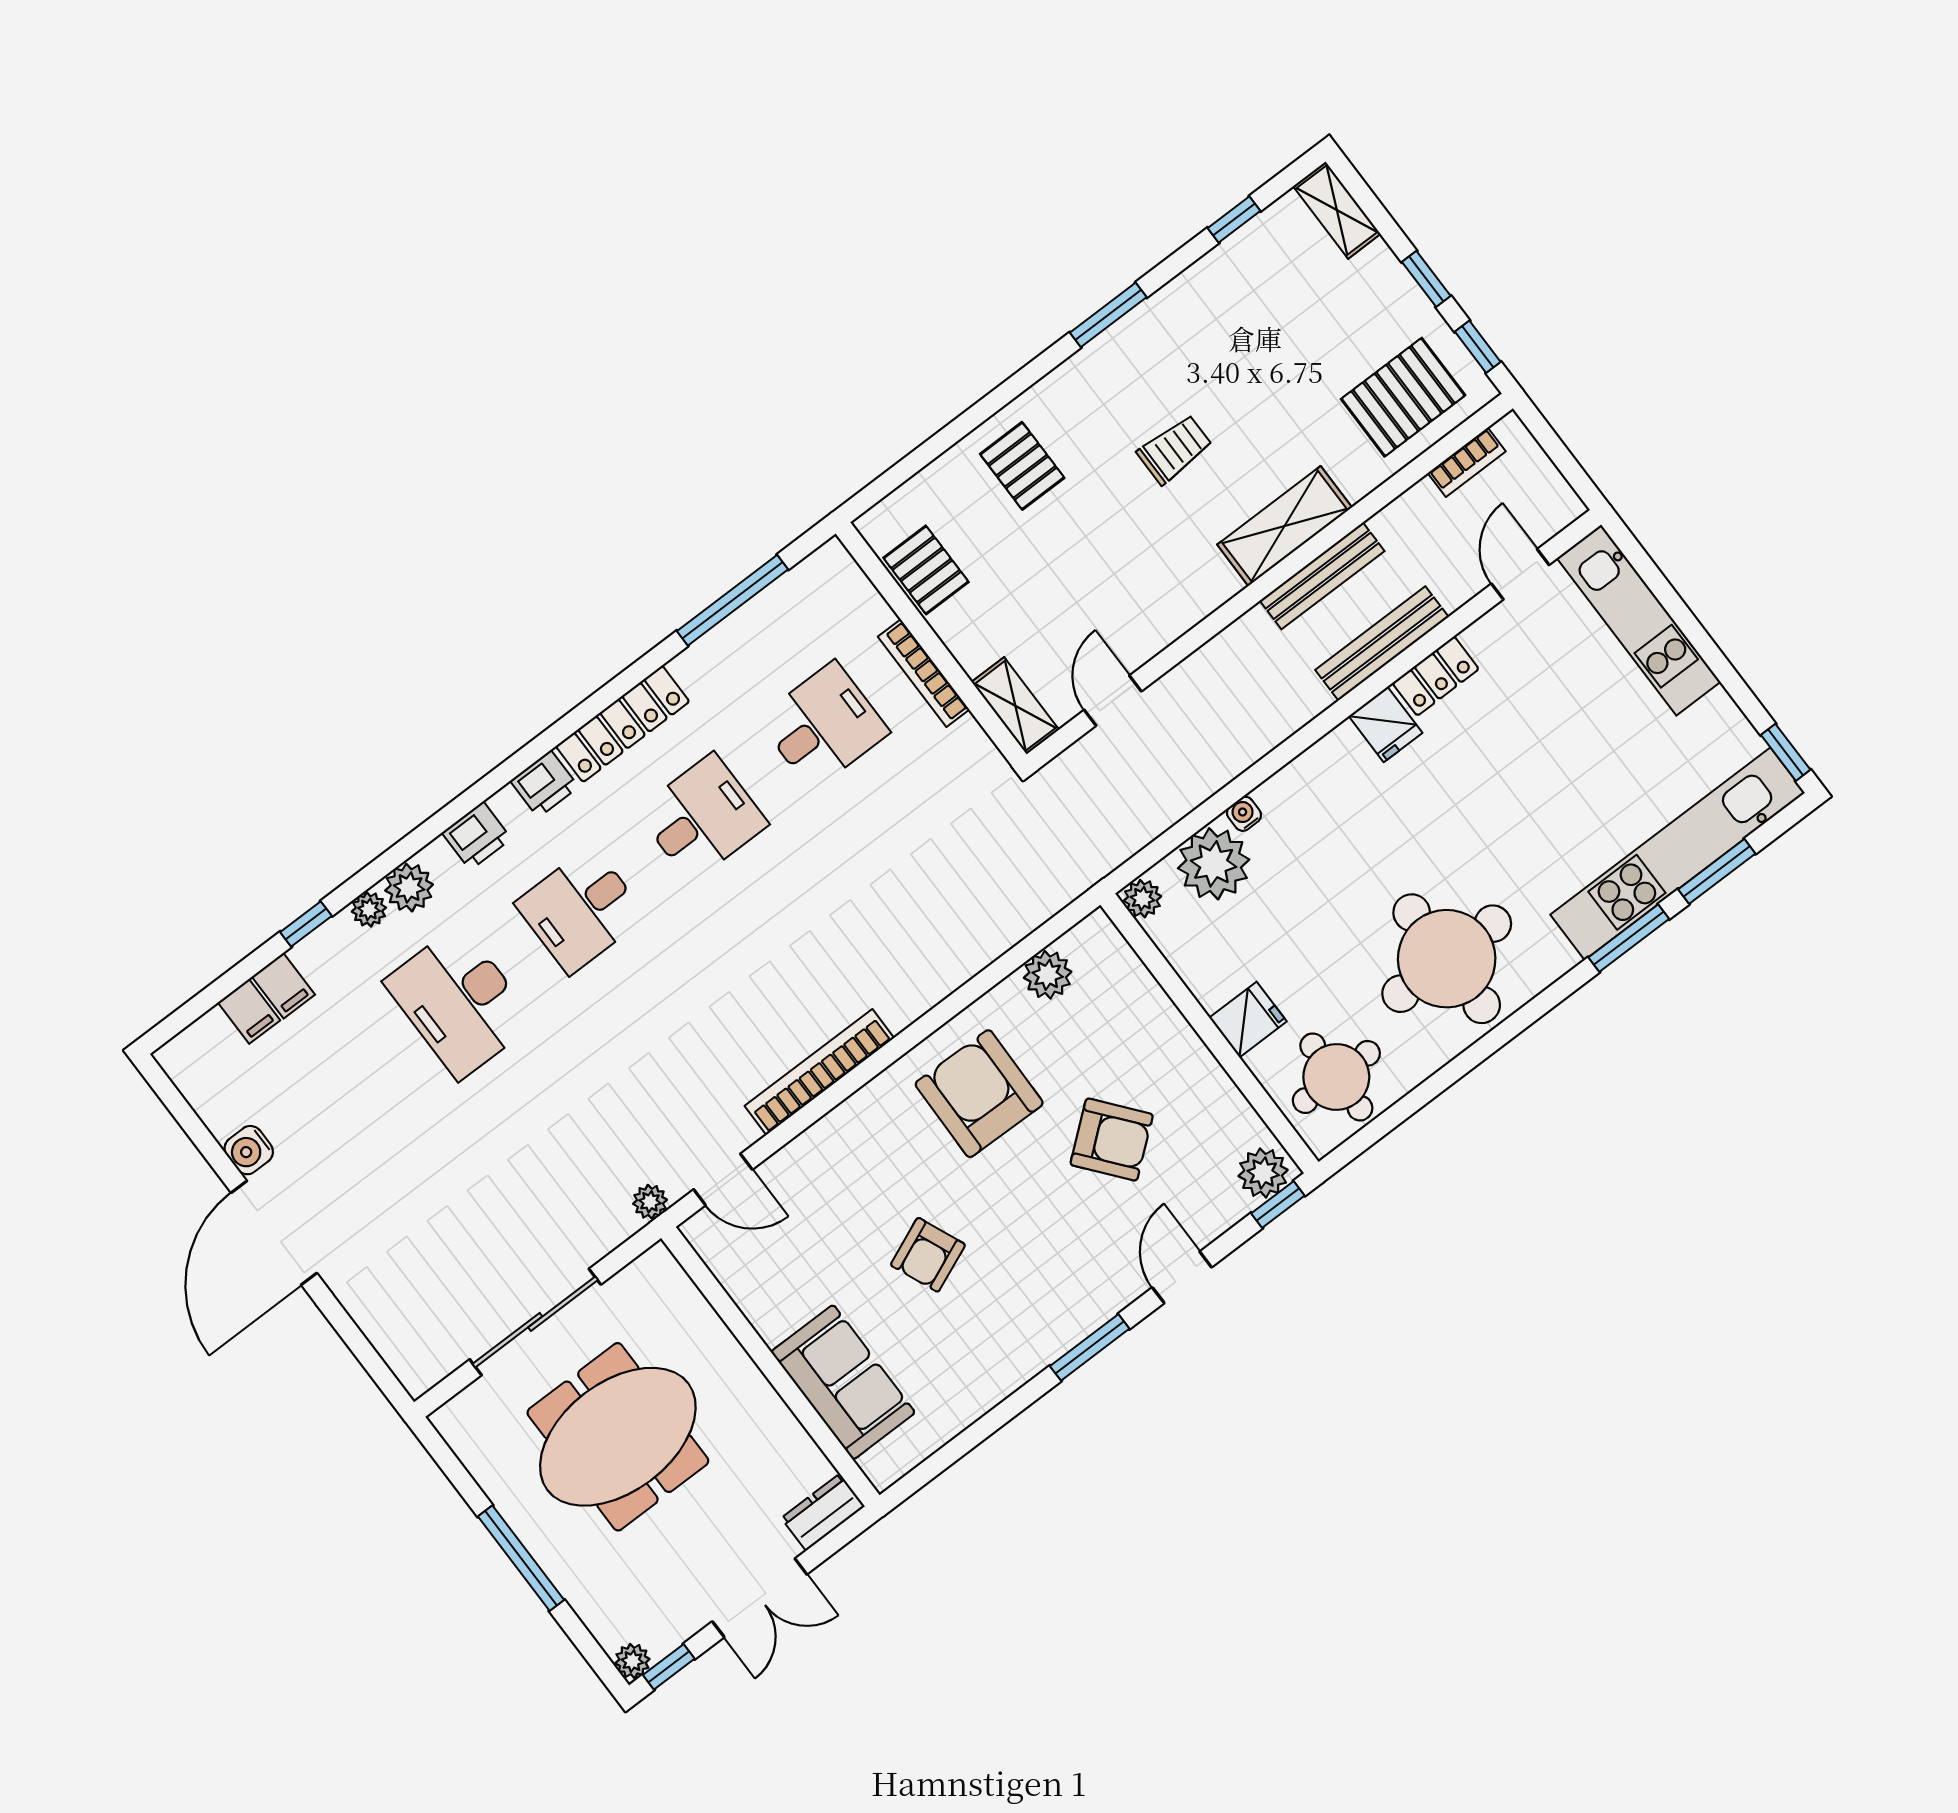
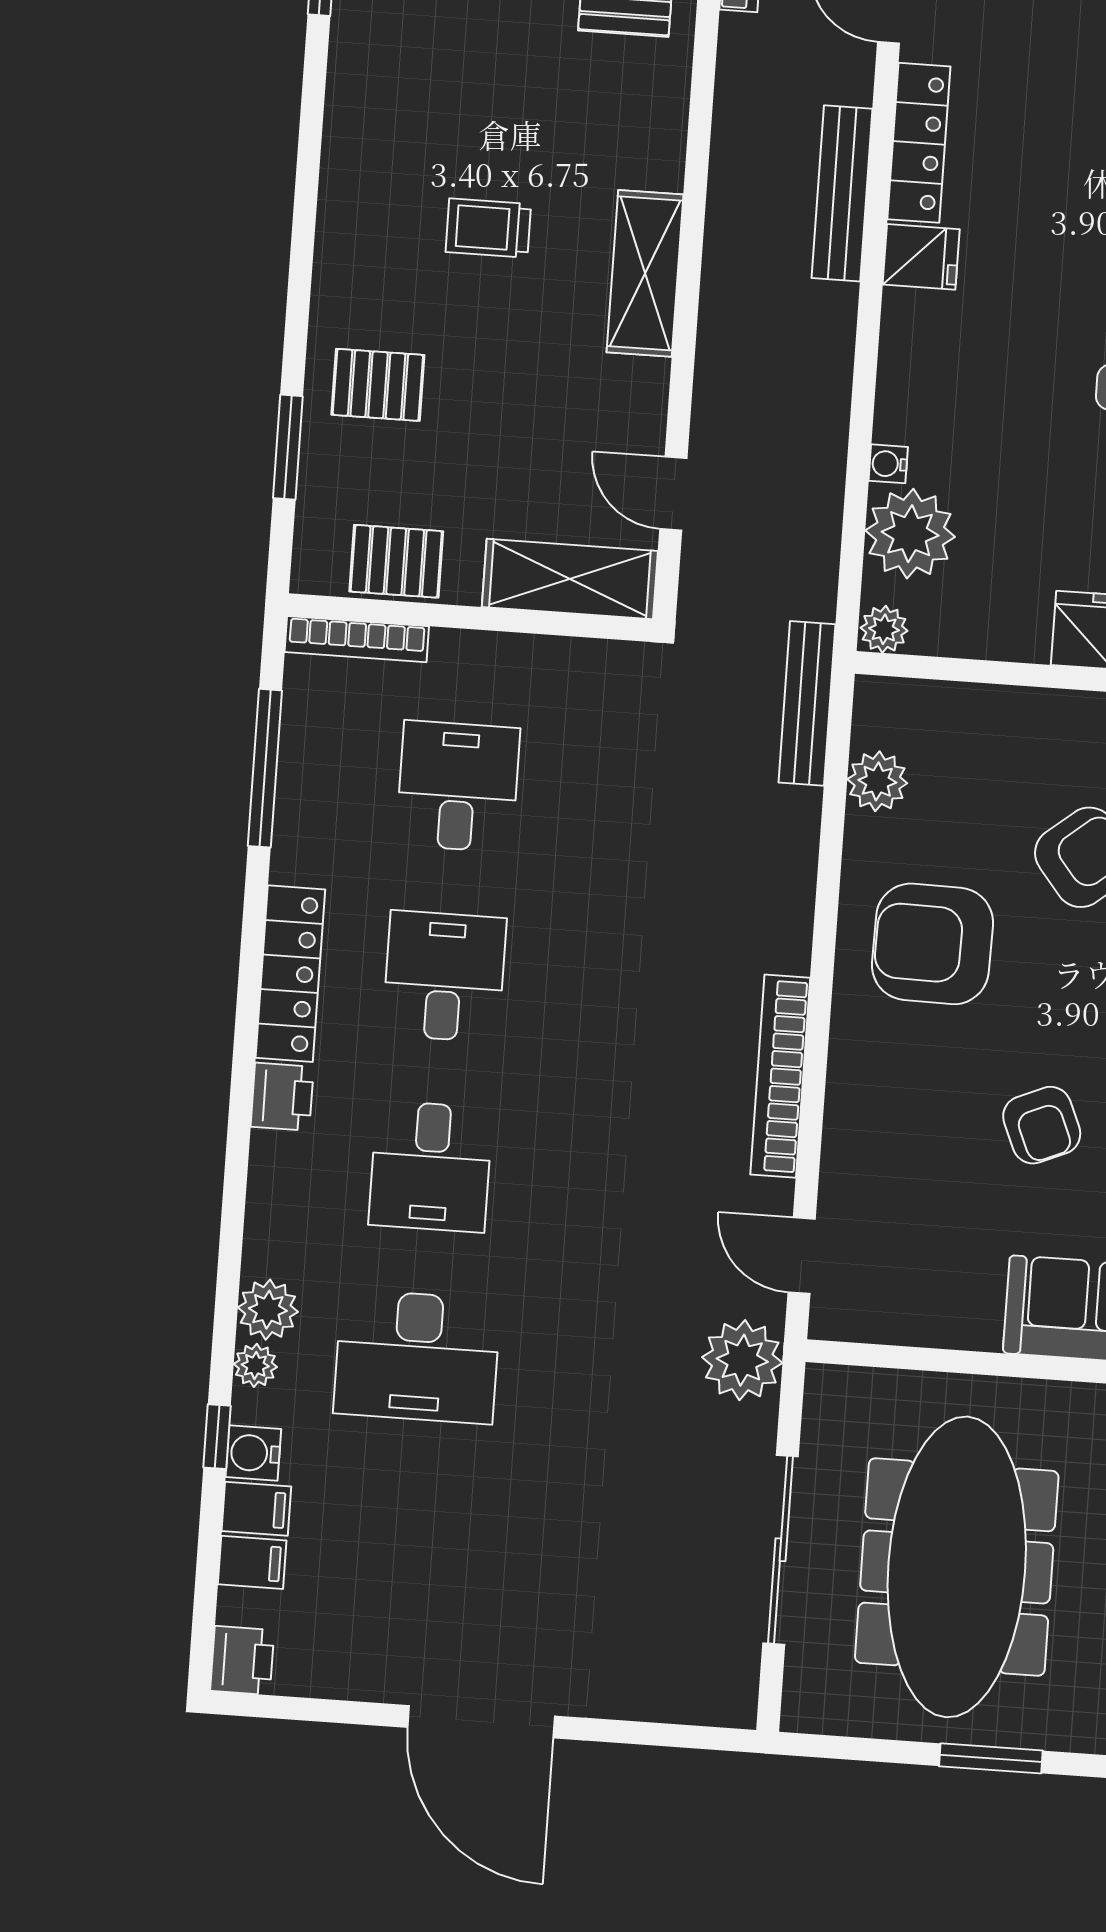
window: (1108, 315) -> (288, 447), moved
trolley: (1175, 449) -> (488, 228), turned -90
shelving: (1285, 526) -> (645, 273), moved
bench: (1322, 576) -> (807, 703), moved
bookcase: (924, 673) -> (357, 639), moved
locker: (1436, 676) -> (919, 143), width x1.53
shelving: (1015, 706) -> (570, 579), width x1.50, depth x1.33
printer: (477, 836) -> (242, 1660), moved
water cooler: (249, 1150) -> (253, 1453), moved, turned 90
door: (723, 1179) -> (802, 1256), swing flipped
plant: (650, 1202) -> (742, 1360), width x1.87, depth x1.87
meeting table: (618, 1437) -> (957, 1567), width x1.36
window: (521, 1558) -> (991, 1758), width x0.69

